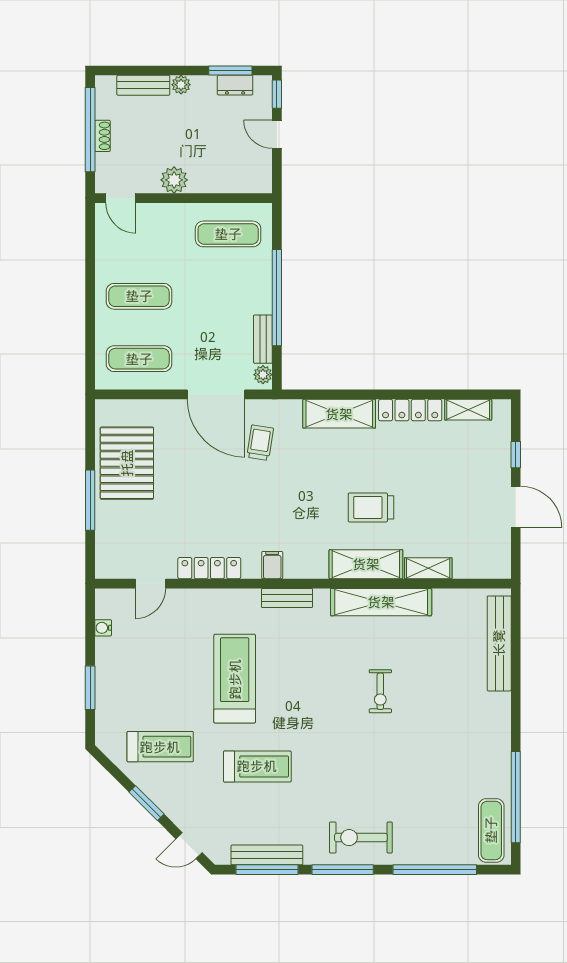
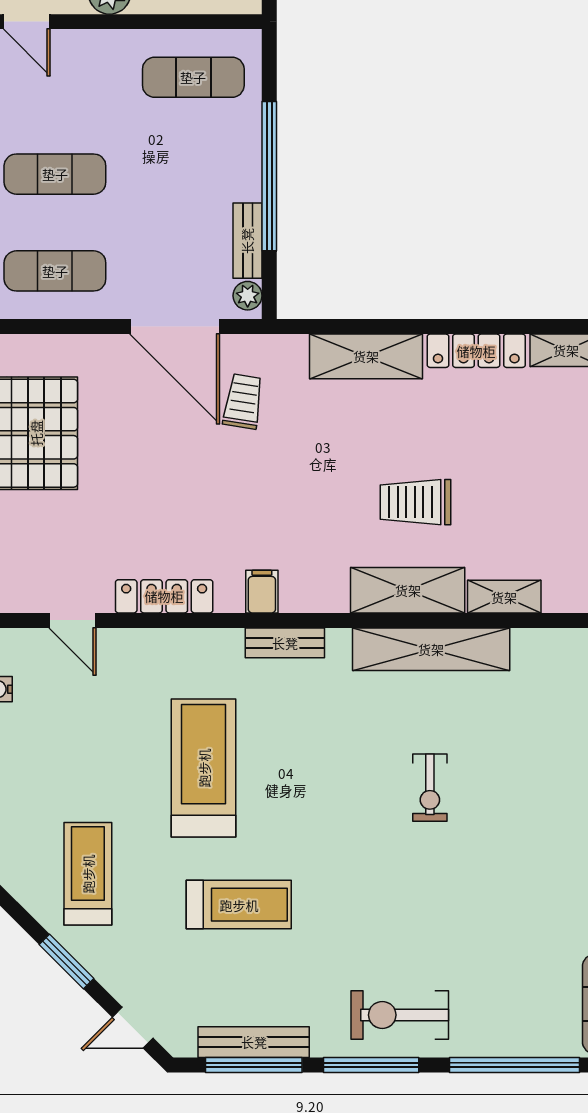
door: (150, 584) -> (73, 620), hinge flipped
treadmill: (160, 747) -> (88, 874), turned -90

